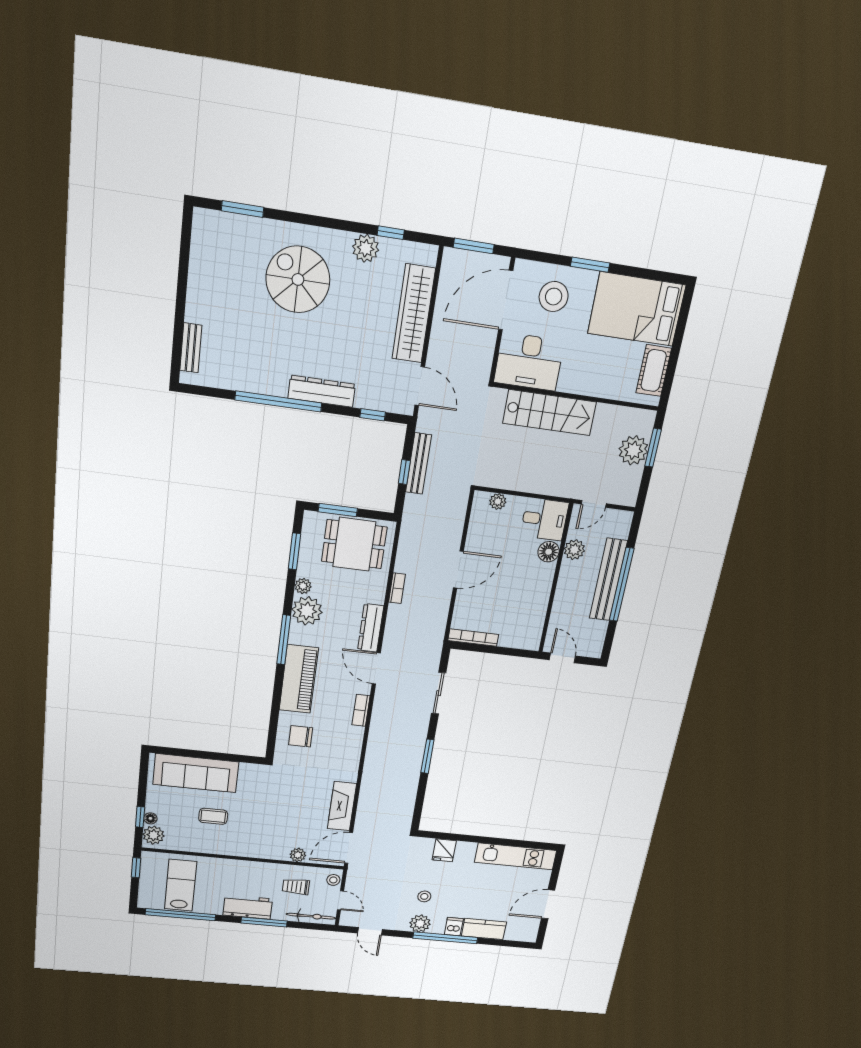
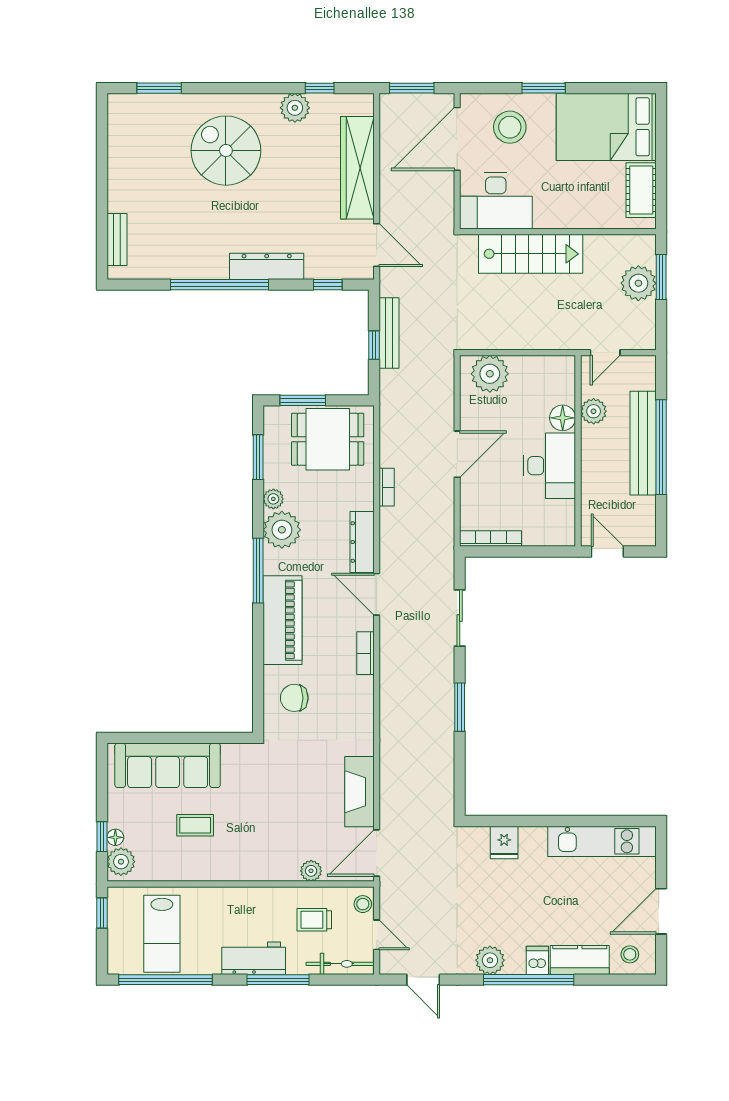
plant: (498, 501) -> (490, 374), width x1.88, depth x1.88
desk: (544, 519) -> (550, 466), moved, width x1.37
lab bench: (181, 885) -> (162, 934), turned 180
stool: (424, 896) -> (630, 954), moved

